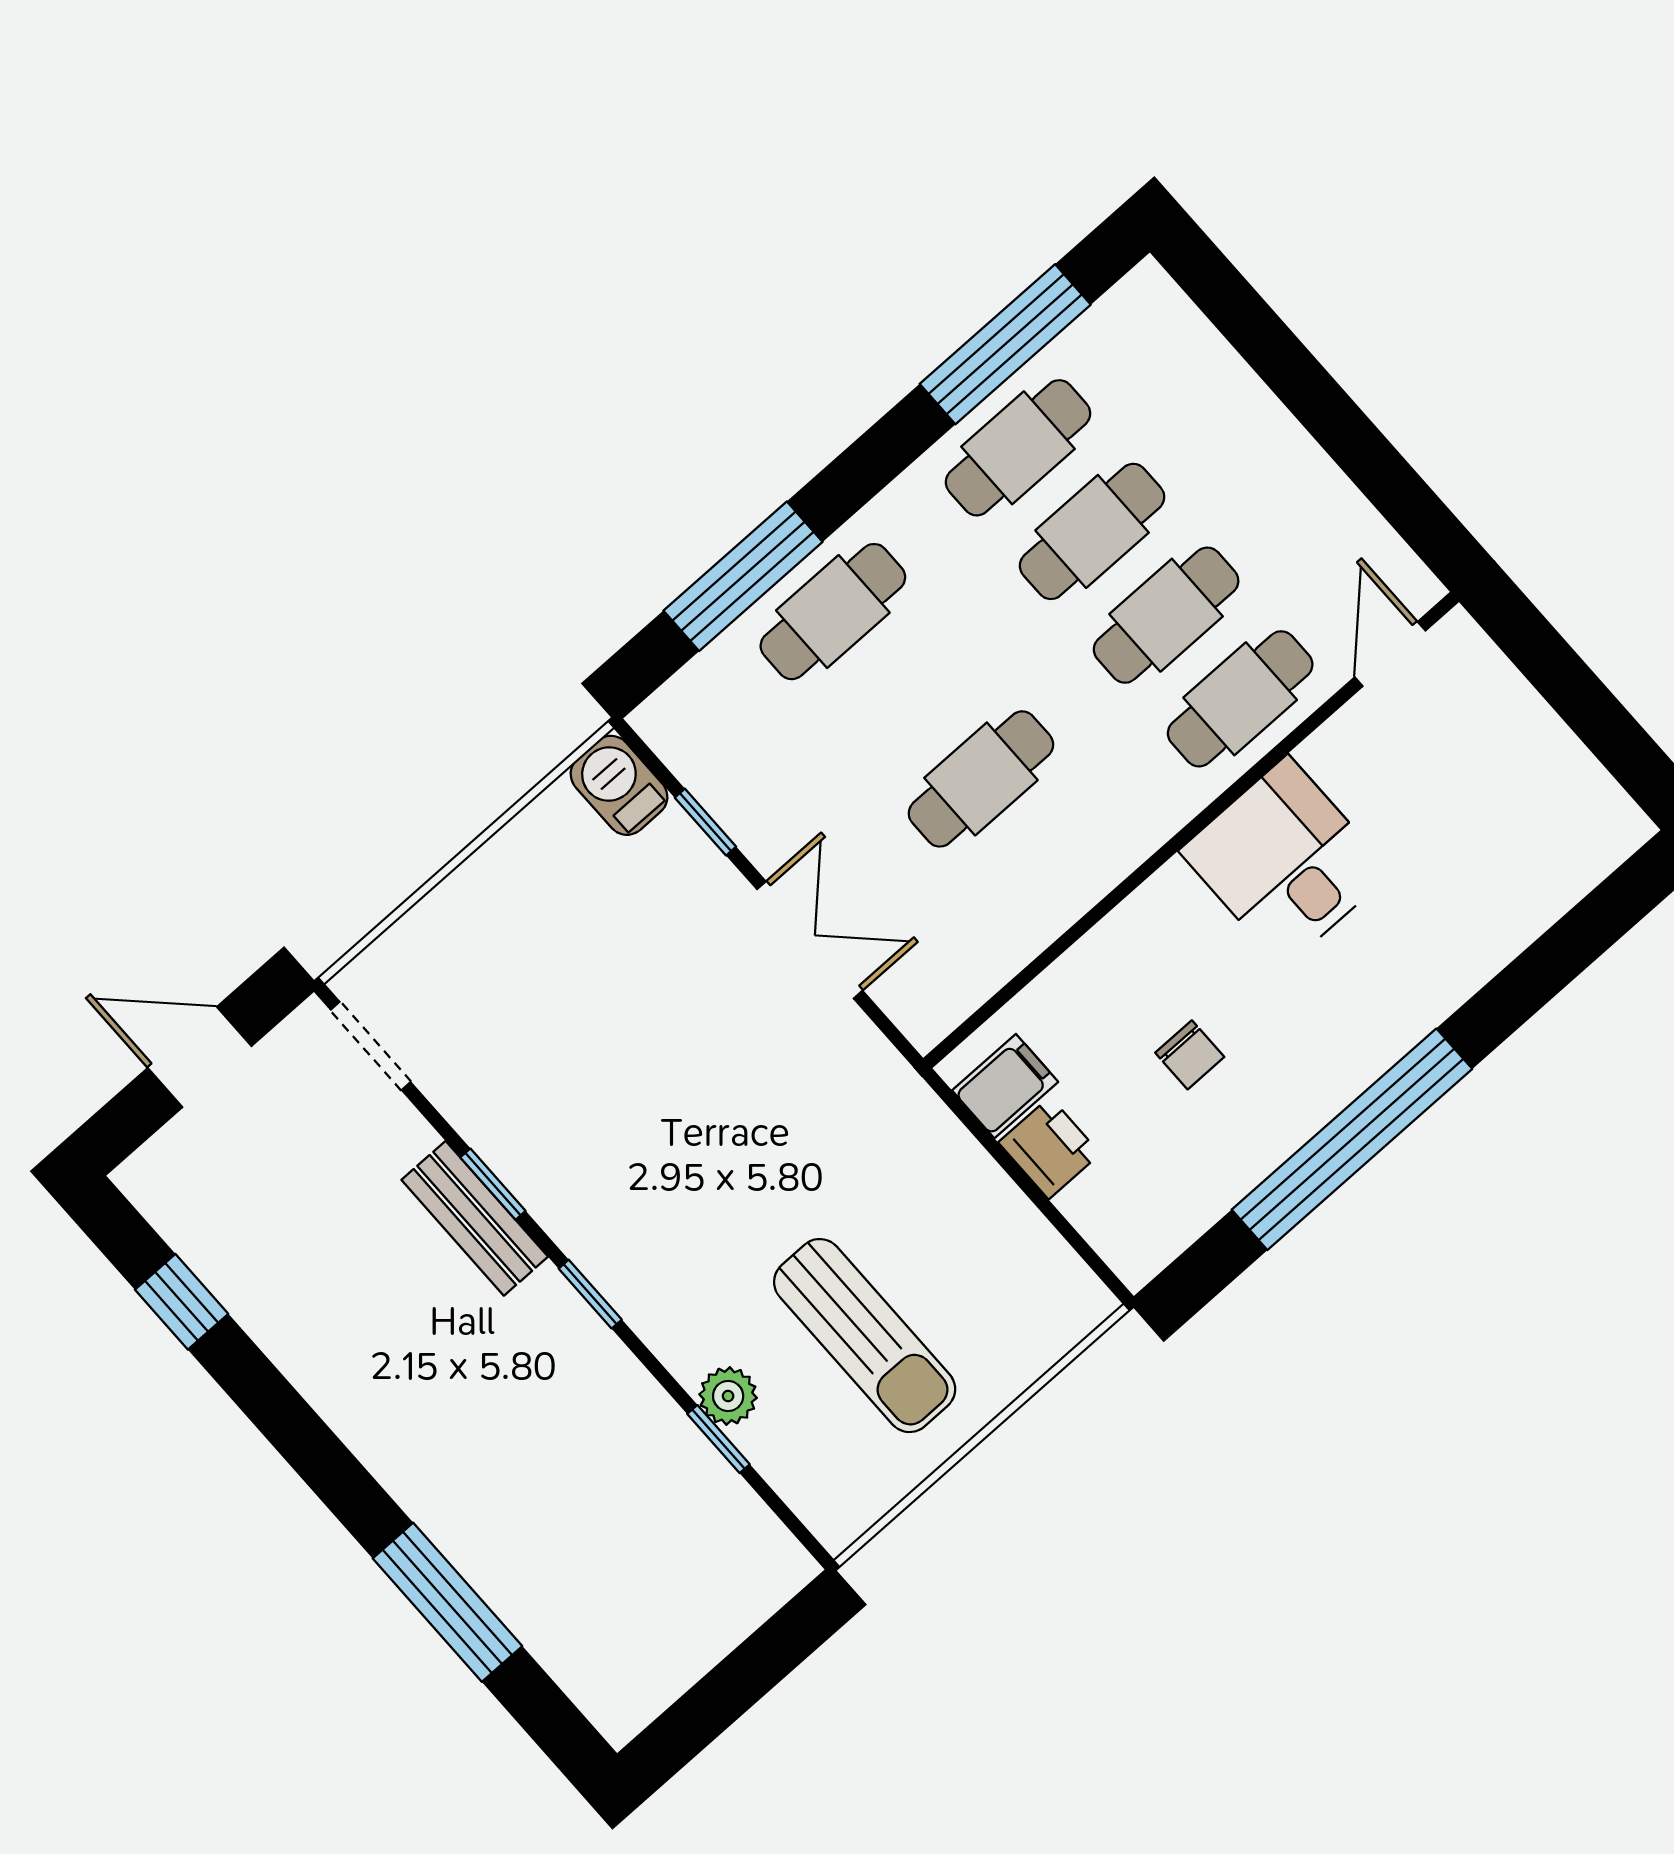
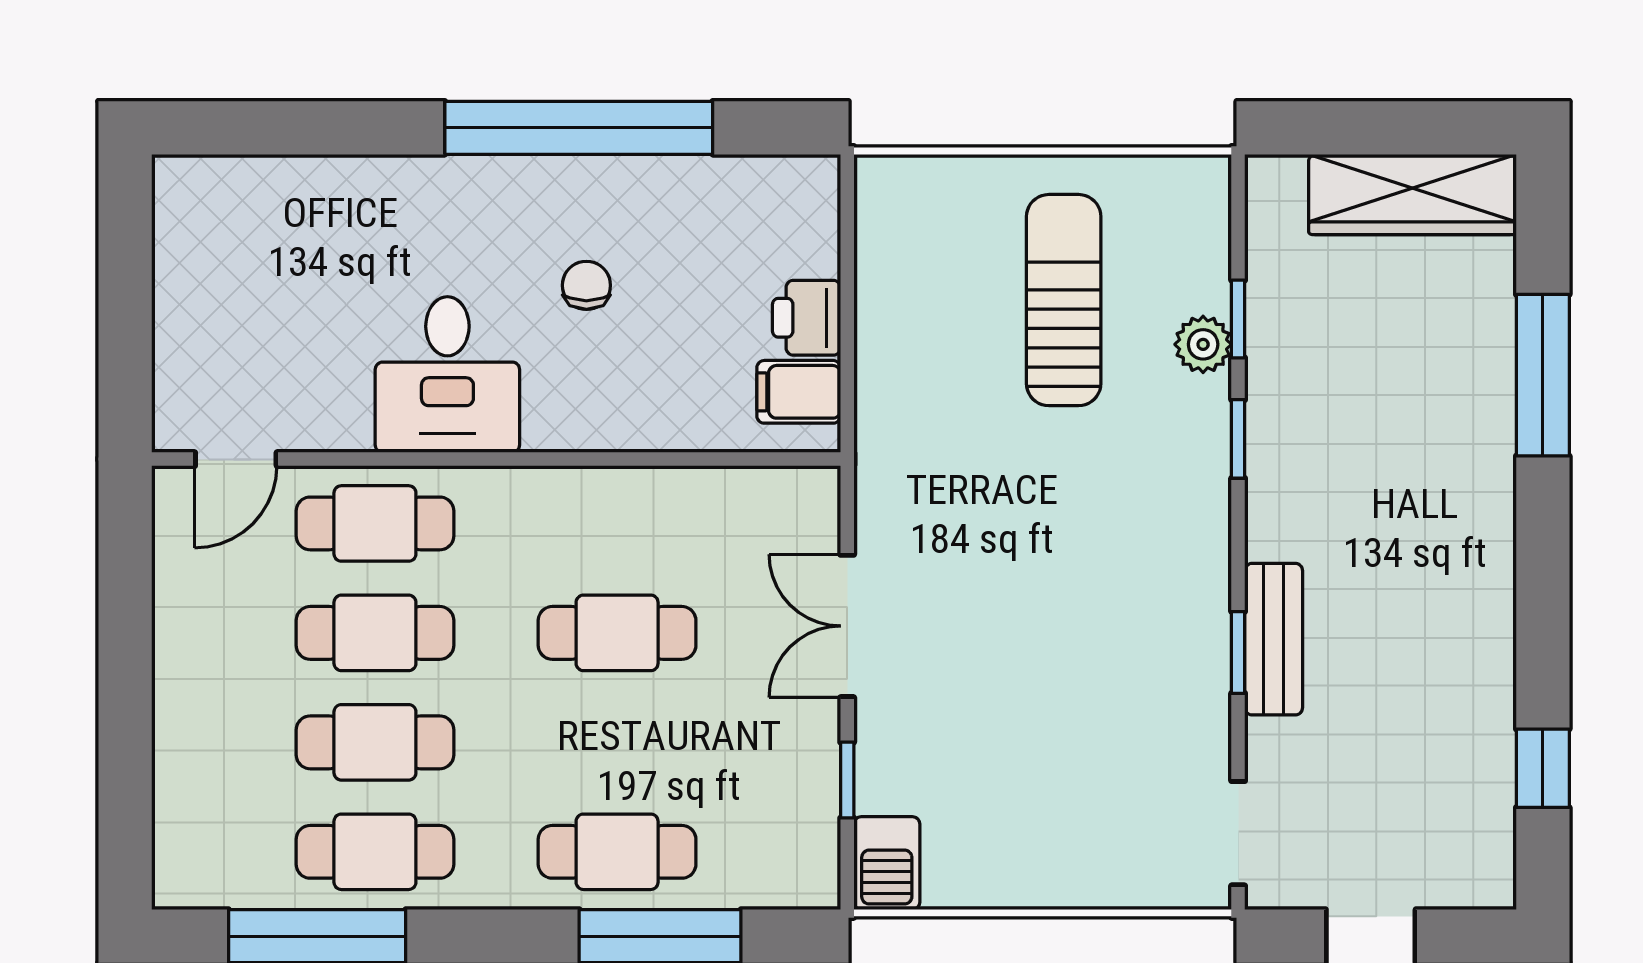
chair: (1190, 1055) -> (586, 285), moved
window: (590, 1294) -> (1238, 439), moved
wardrobe: (669, 1652) -> (1412, 194), added

